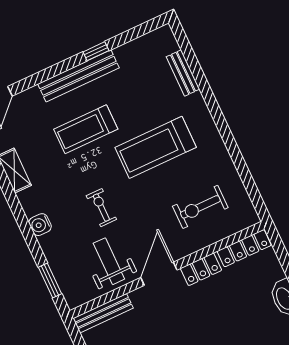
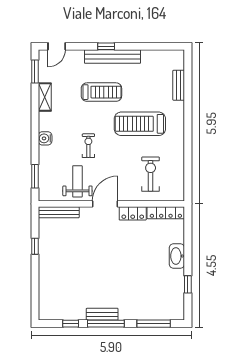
window: (96, 51) -> (106, 46), moved
treadmill: (86, 129) -> (101, 92), turned 180
exercise bike: (200, 207) -> (151, 174), turned 90

